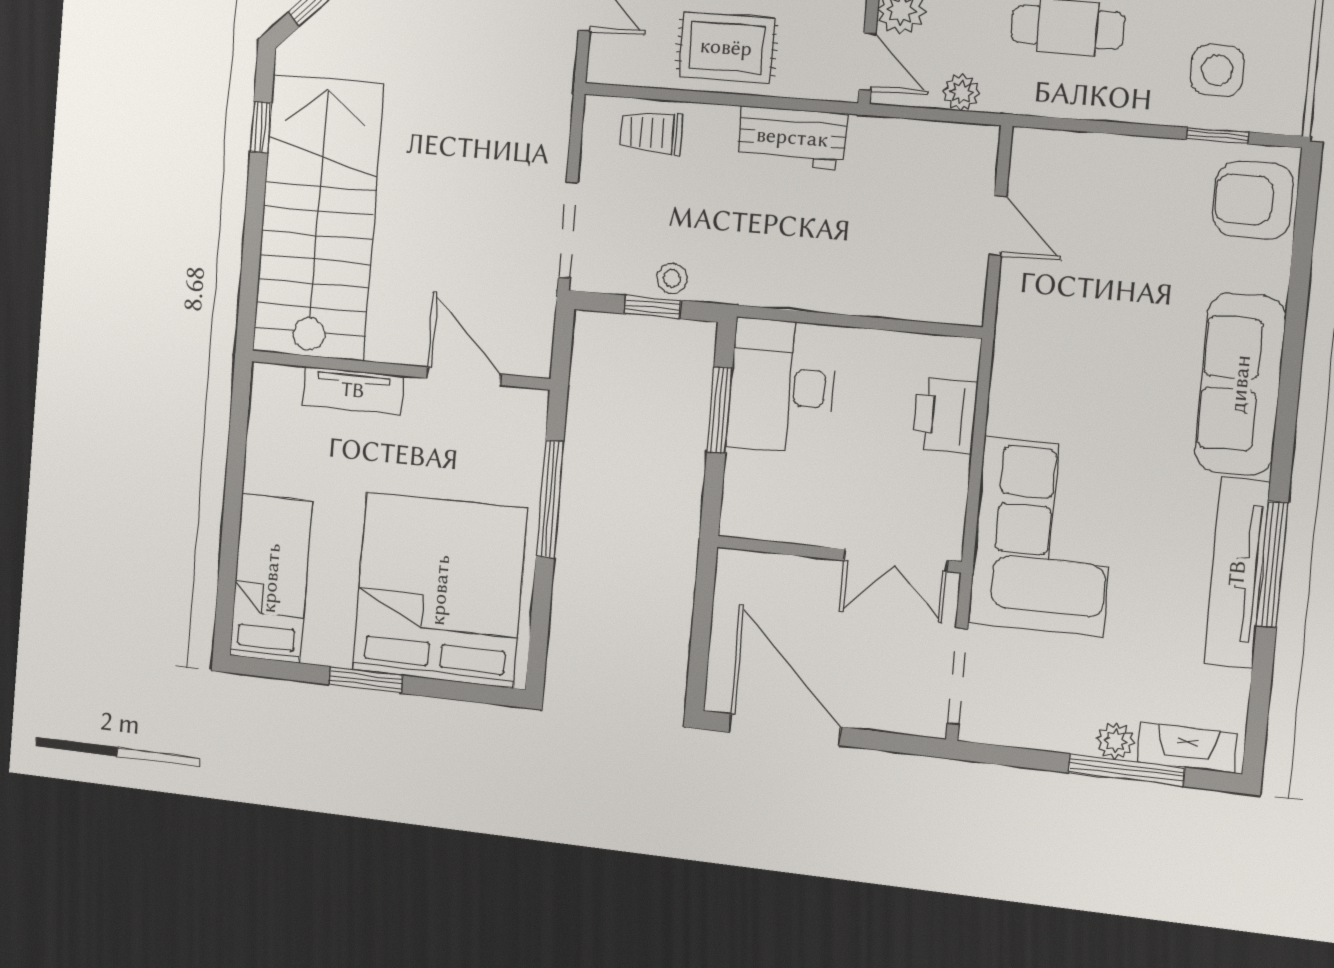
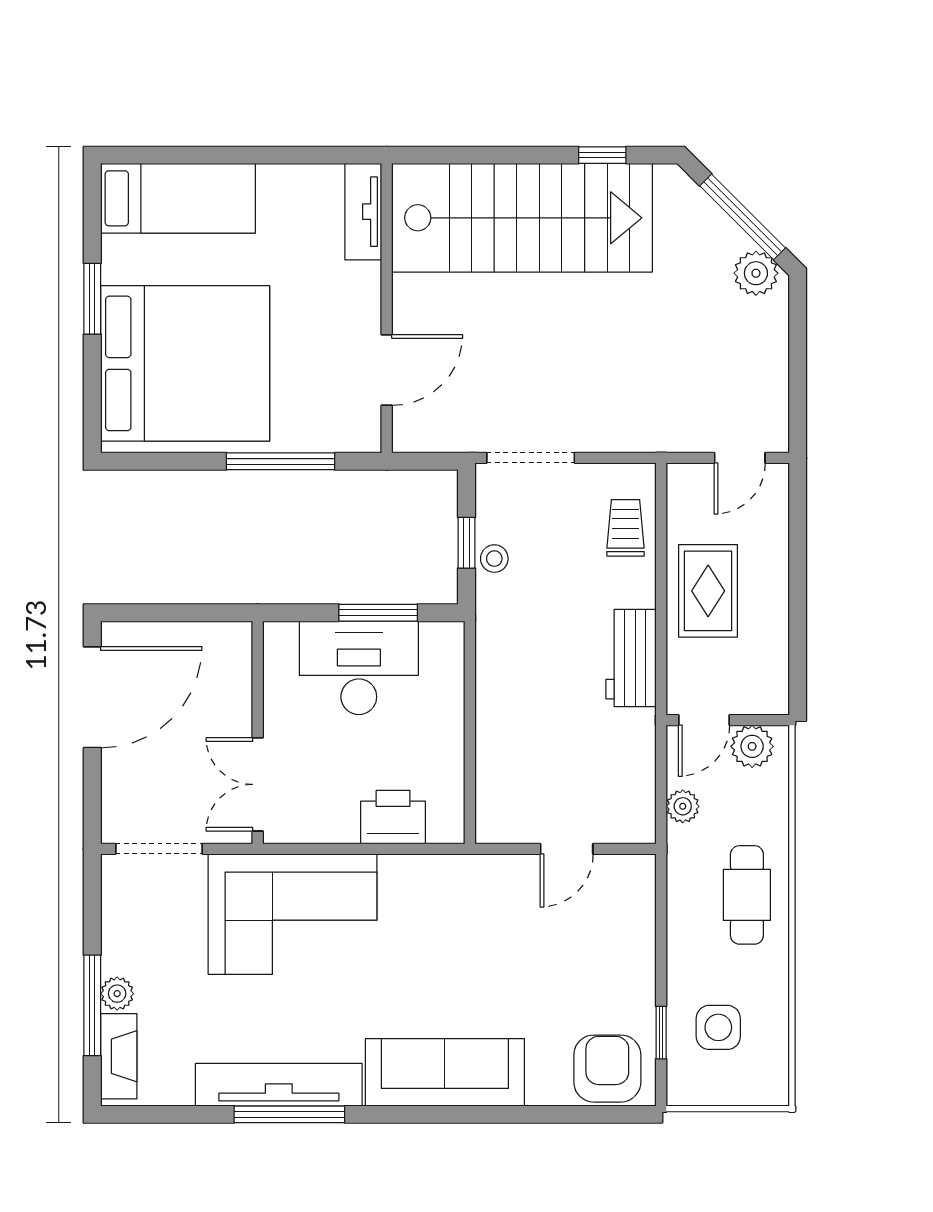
desk: (782, 386) -> (359, 668), moved
tv unit: (353, 390) -> (363, 212), moved

